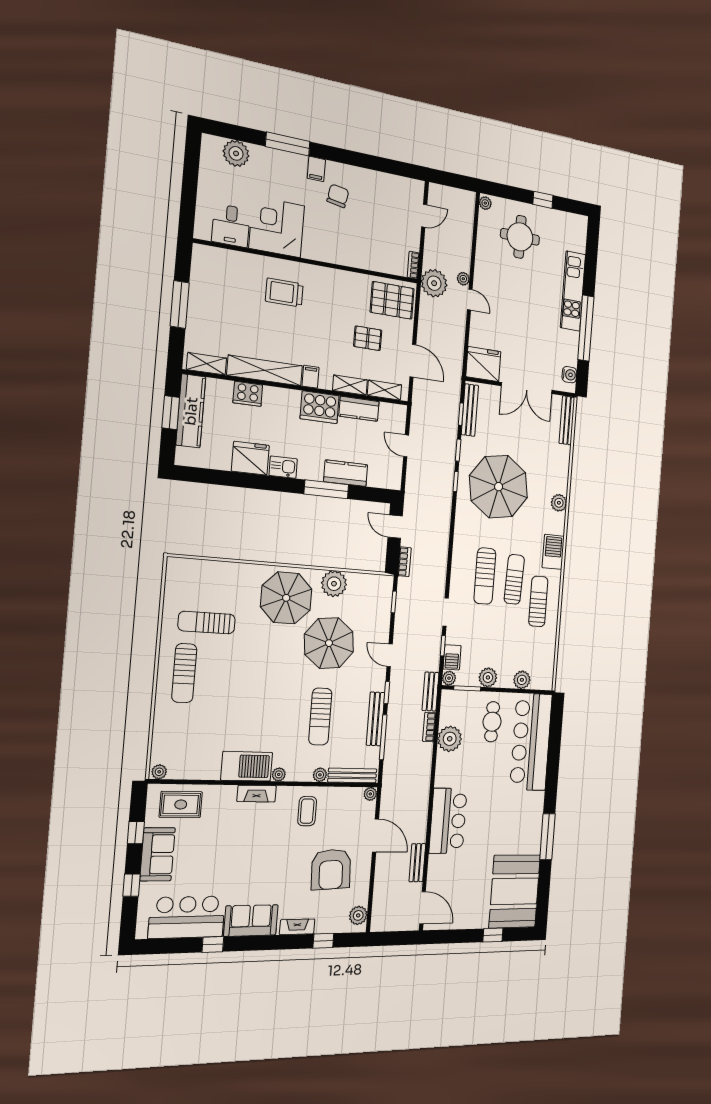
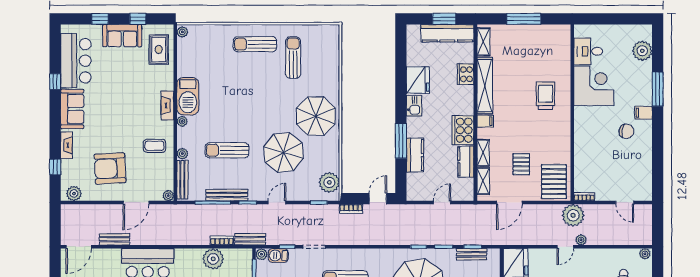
bench: (470, 410) -> (472, 254), width x0.73
plant: (334, 584) -> (329, 182), moved

